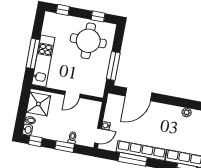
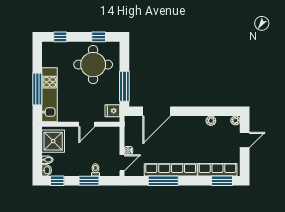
fridge: (98, 86) -> (112, 111), added

